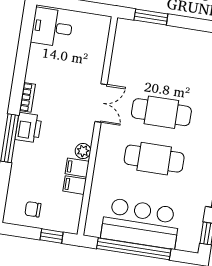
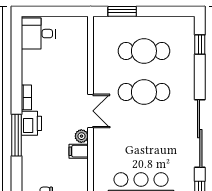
double door: (101, 103) -> (91, 111), moved
cafe table: (154, 159) -> (144, 51), moved
filing cabinet: (75, 185) -> (79, 167), removed

